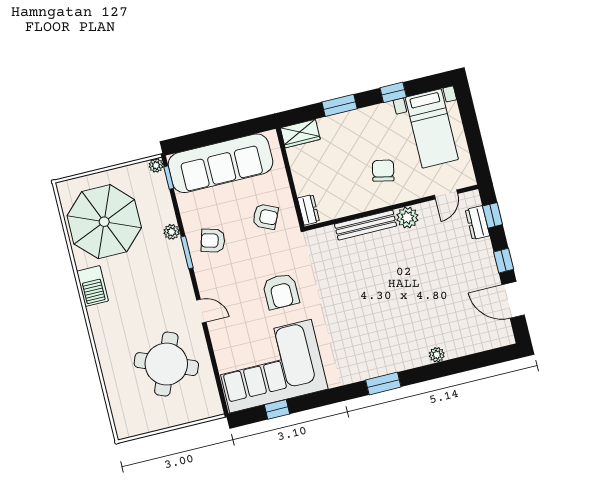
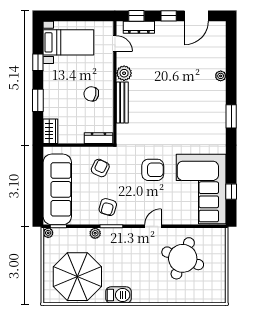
chair: (383, 171) -> (91, 94), moved
dresser: (308, 210) -> (98, 138), width x1.44
dresser: (477, 223) -> (139, 27), width x1.44

